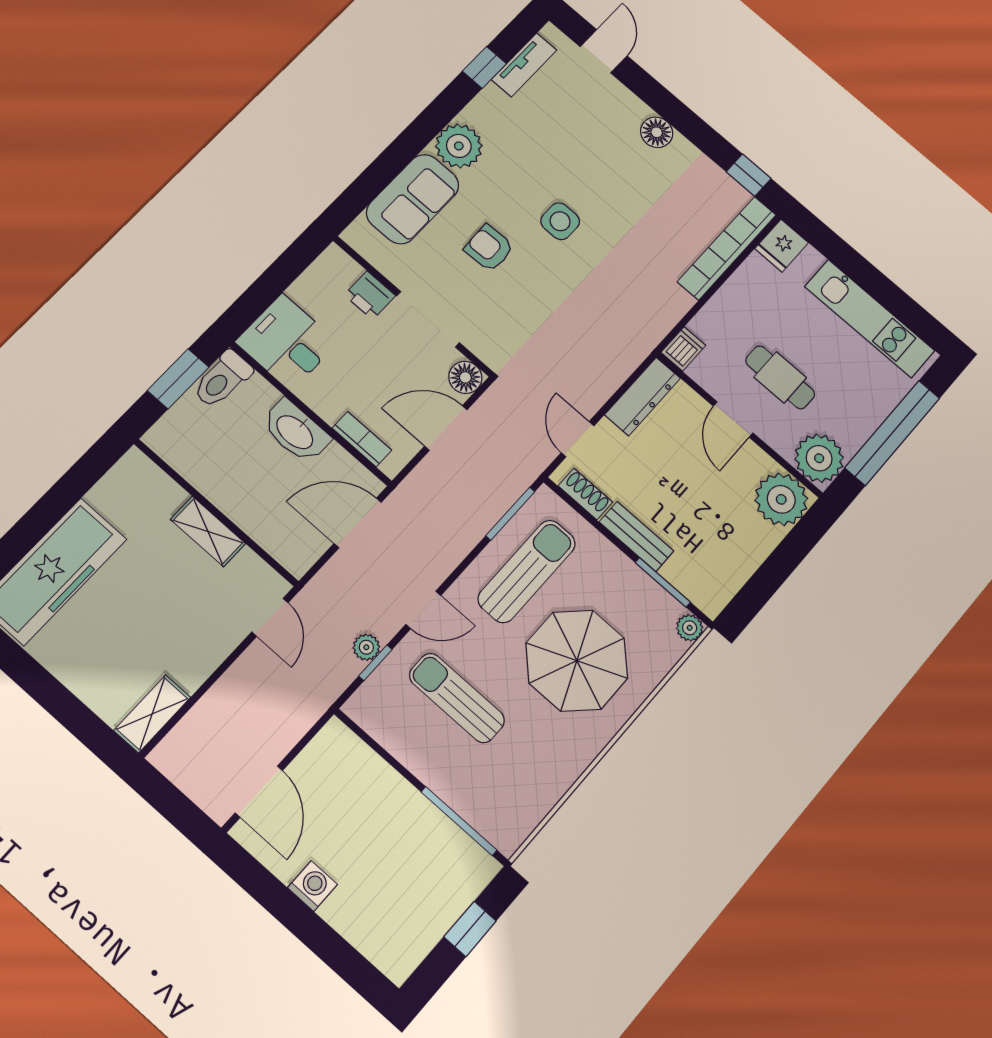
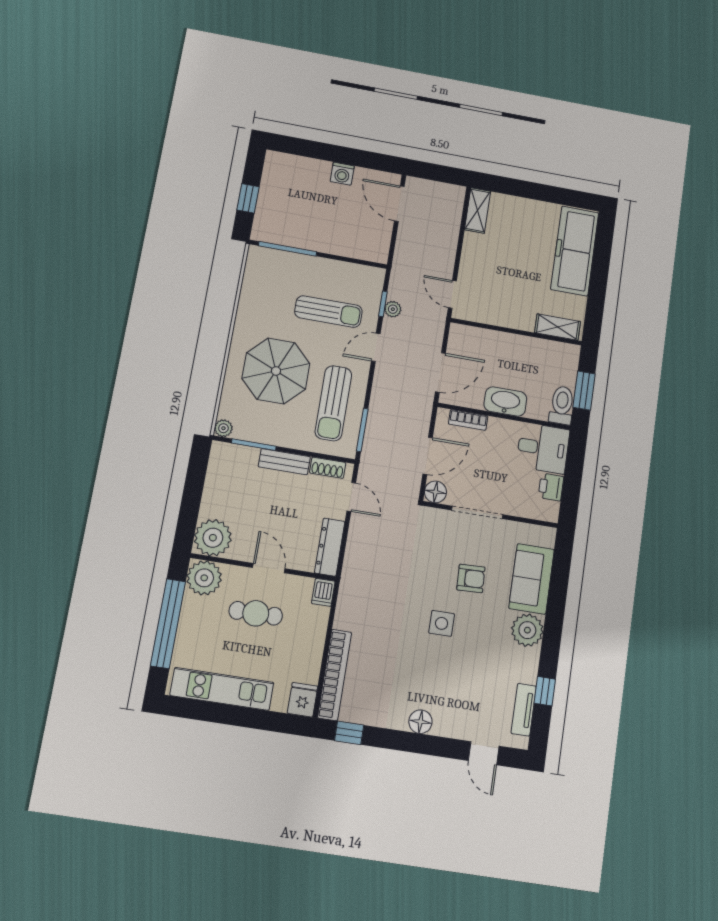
printer: (370, 295) -> (551, 487), moved, turned -90
shelving: (208, 531) -> (558, 327), moved

